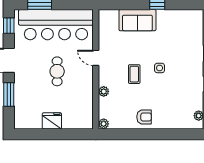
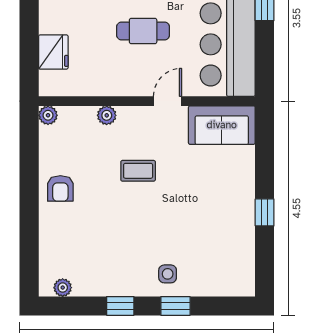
sofa: (137, 20) -> (222, 125), moved, turned -90
side table: (160, 68) -> (168, 274), moved
fridge: (52, 121) -> (53, 52), moved

